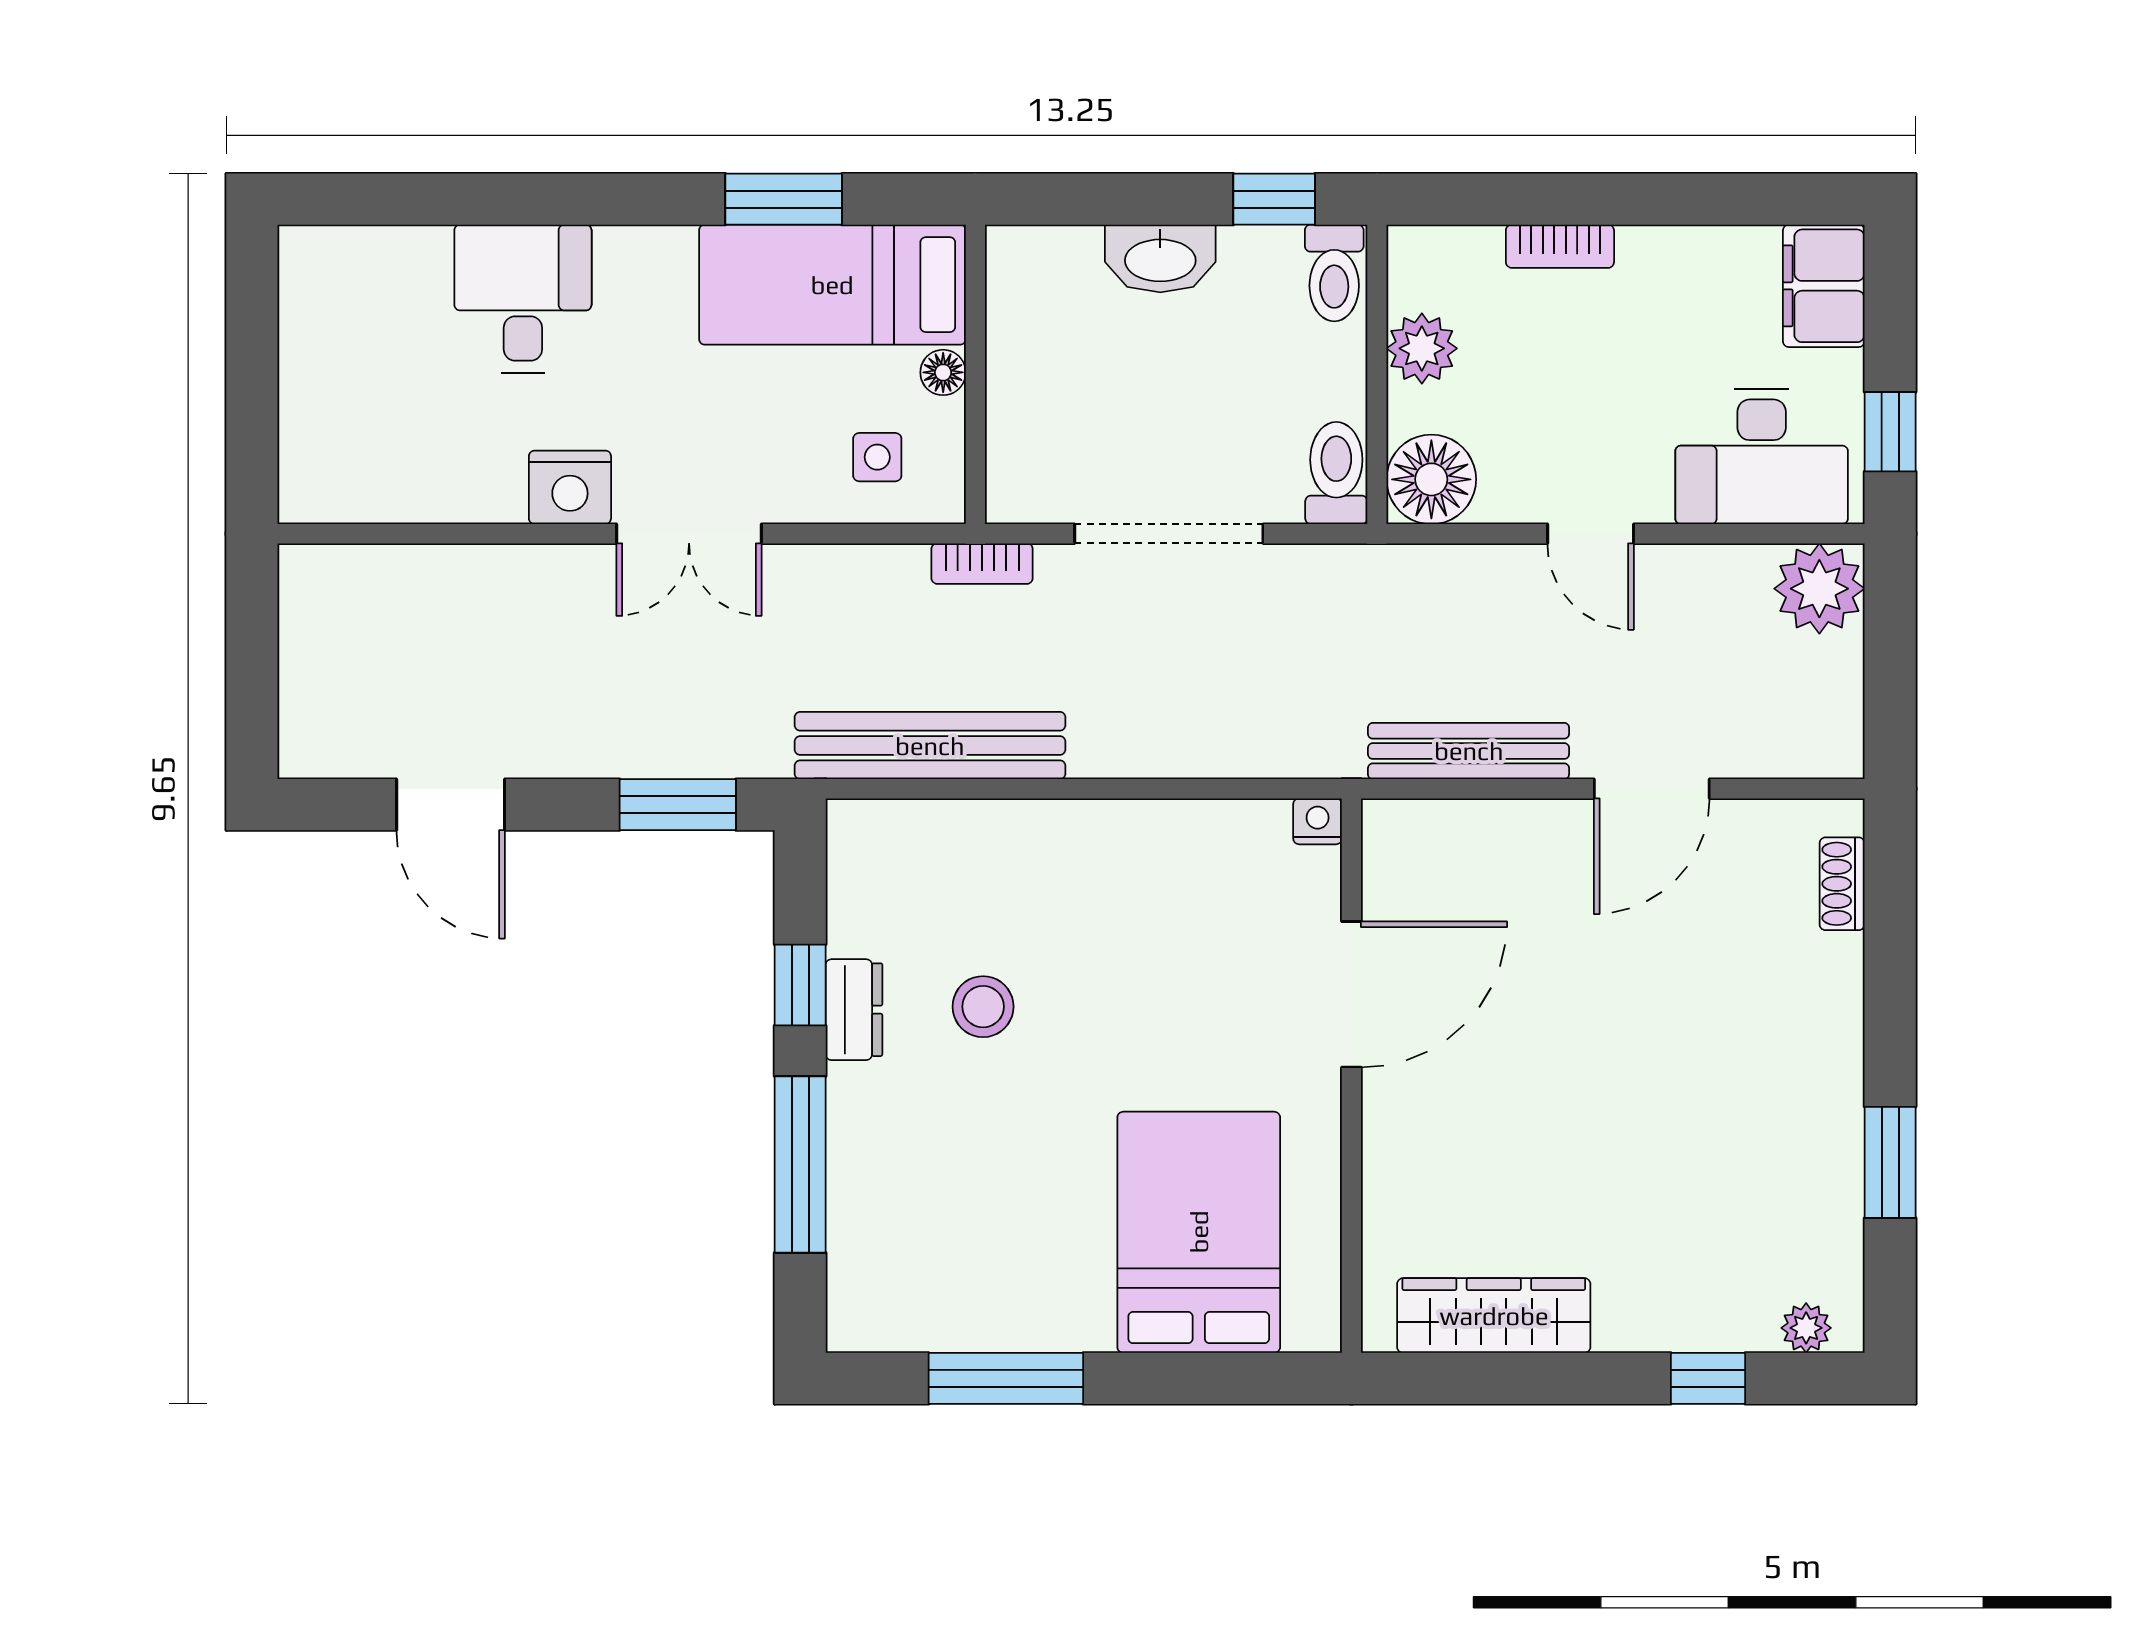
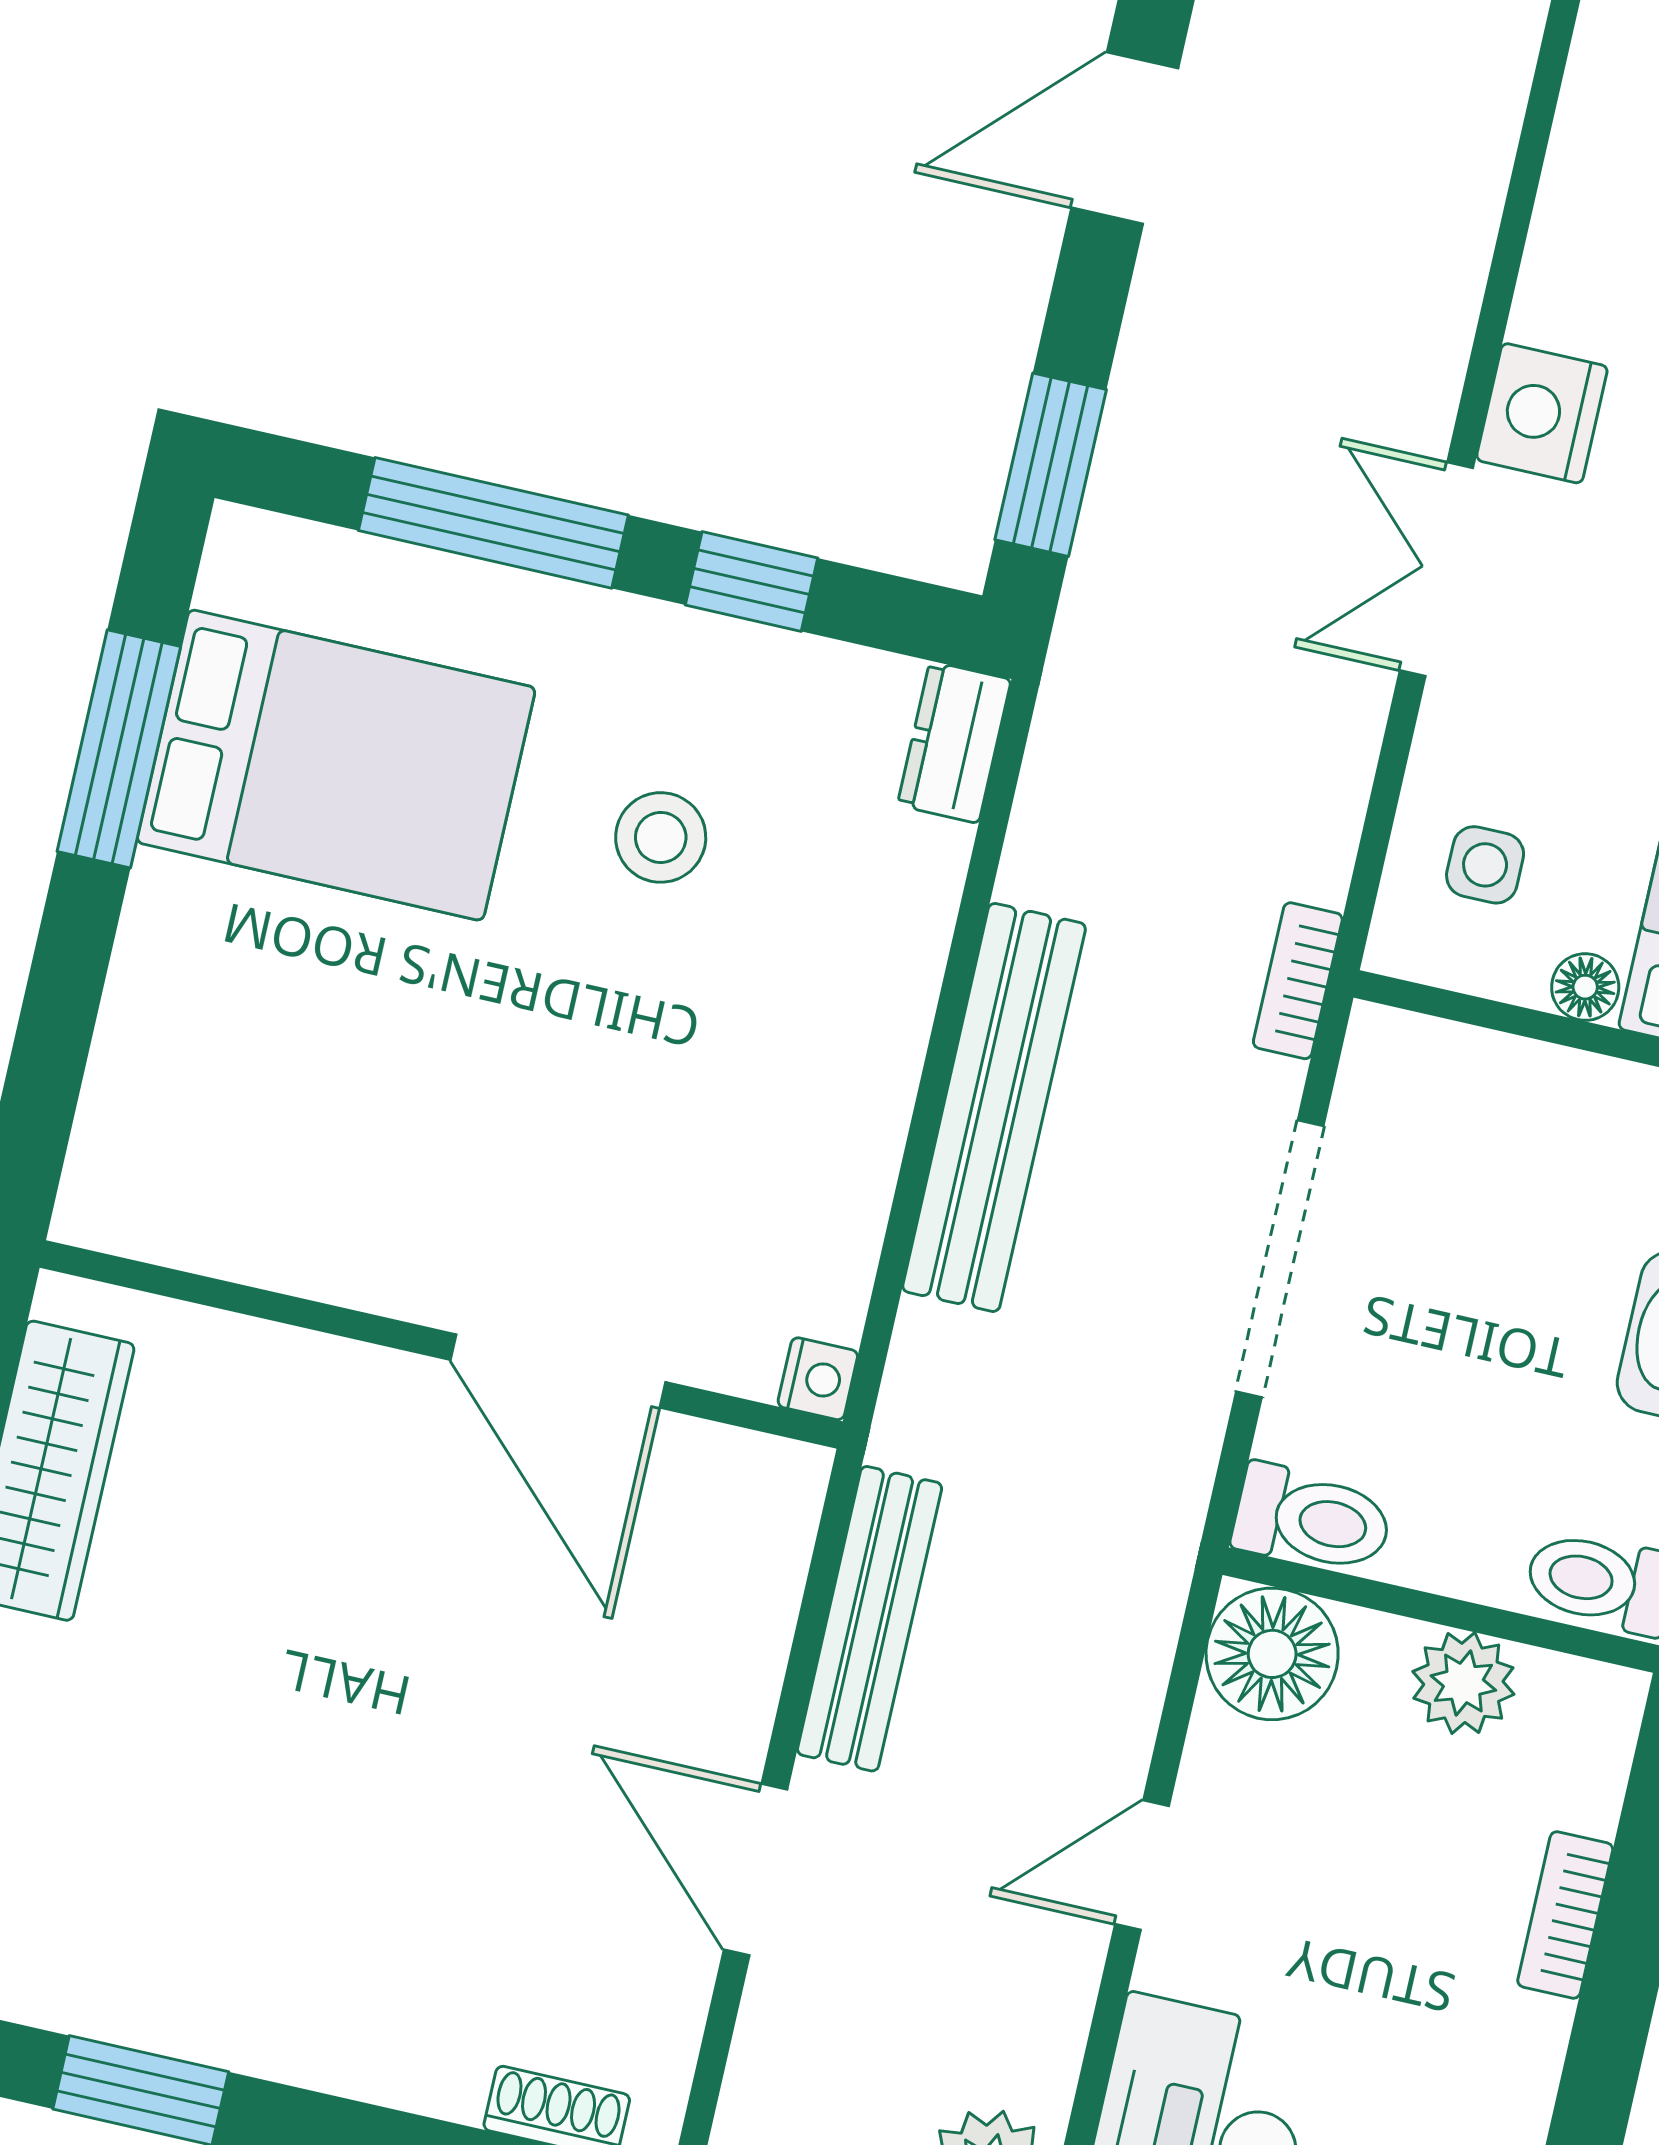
bench: (930, 746) -> (994, 1107), moved
dresser: (854, 1010) -> (954, 742), moved, turned 90
bed: (1199, 1232) -> (336, 765), moved

